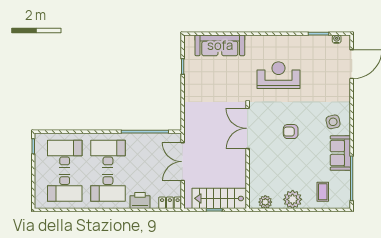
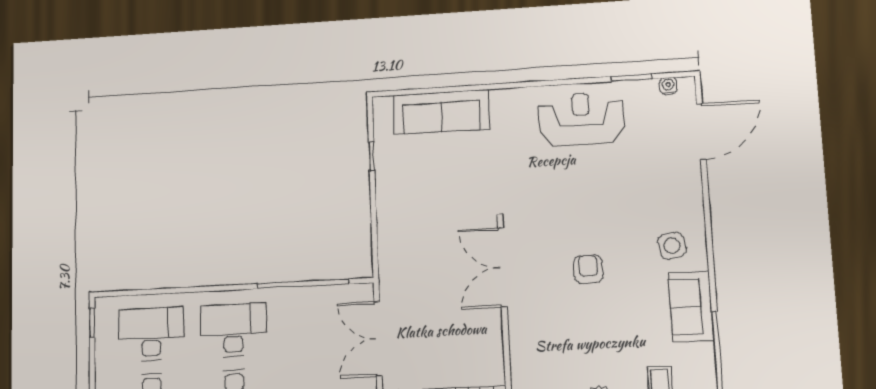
reception desk: (278, 75) -> (581, 119), moved
armchair: (291, 132) -> (588, 269), turned 90

